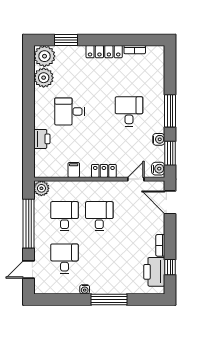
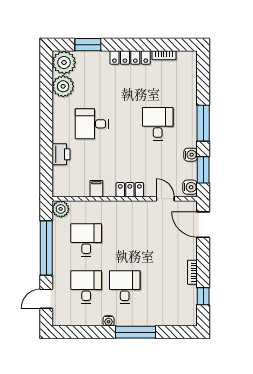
door: (136, 179) -> (165, 199), hinge flipped
desk: (99, 216) -> (125, 287), moved
printer: (154, 272) -> (186, 301), removed

